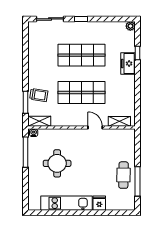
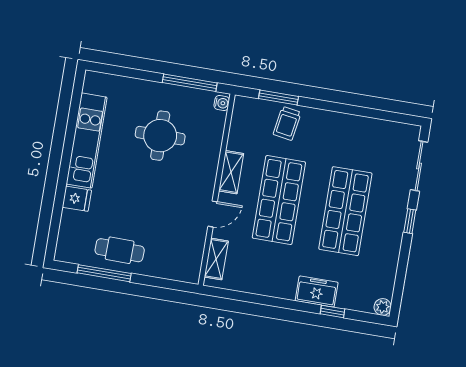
shelving: (39, 121) -> (231, 172), moved

